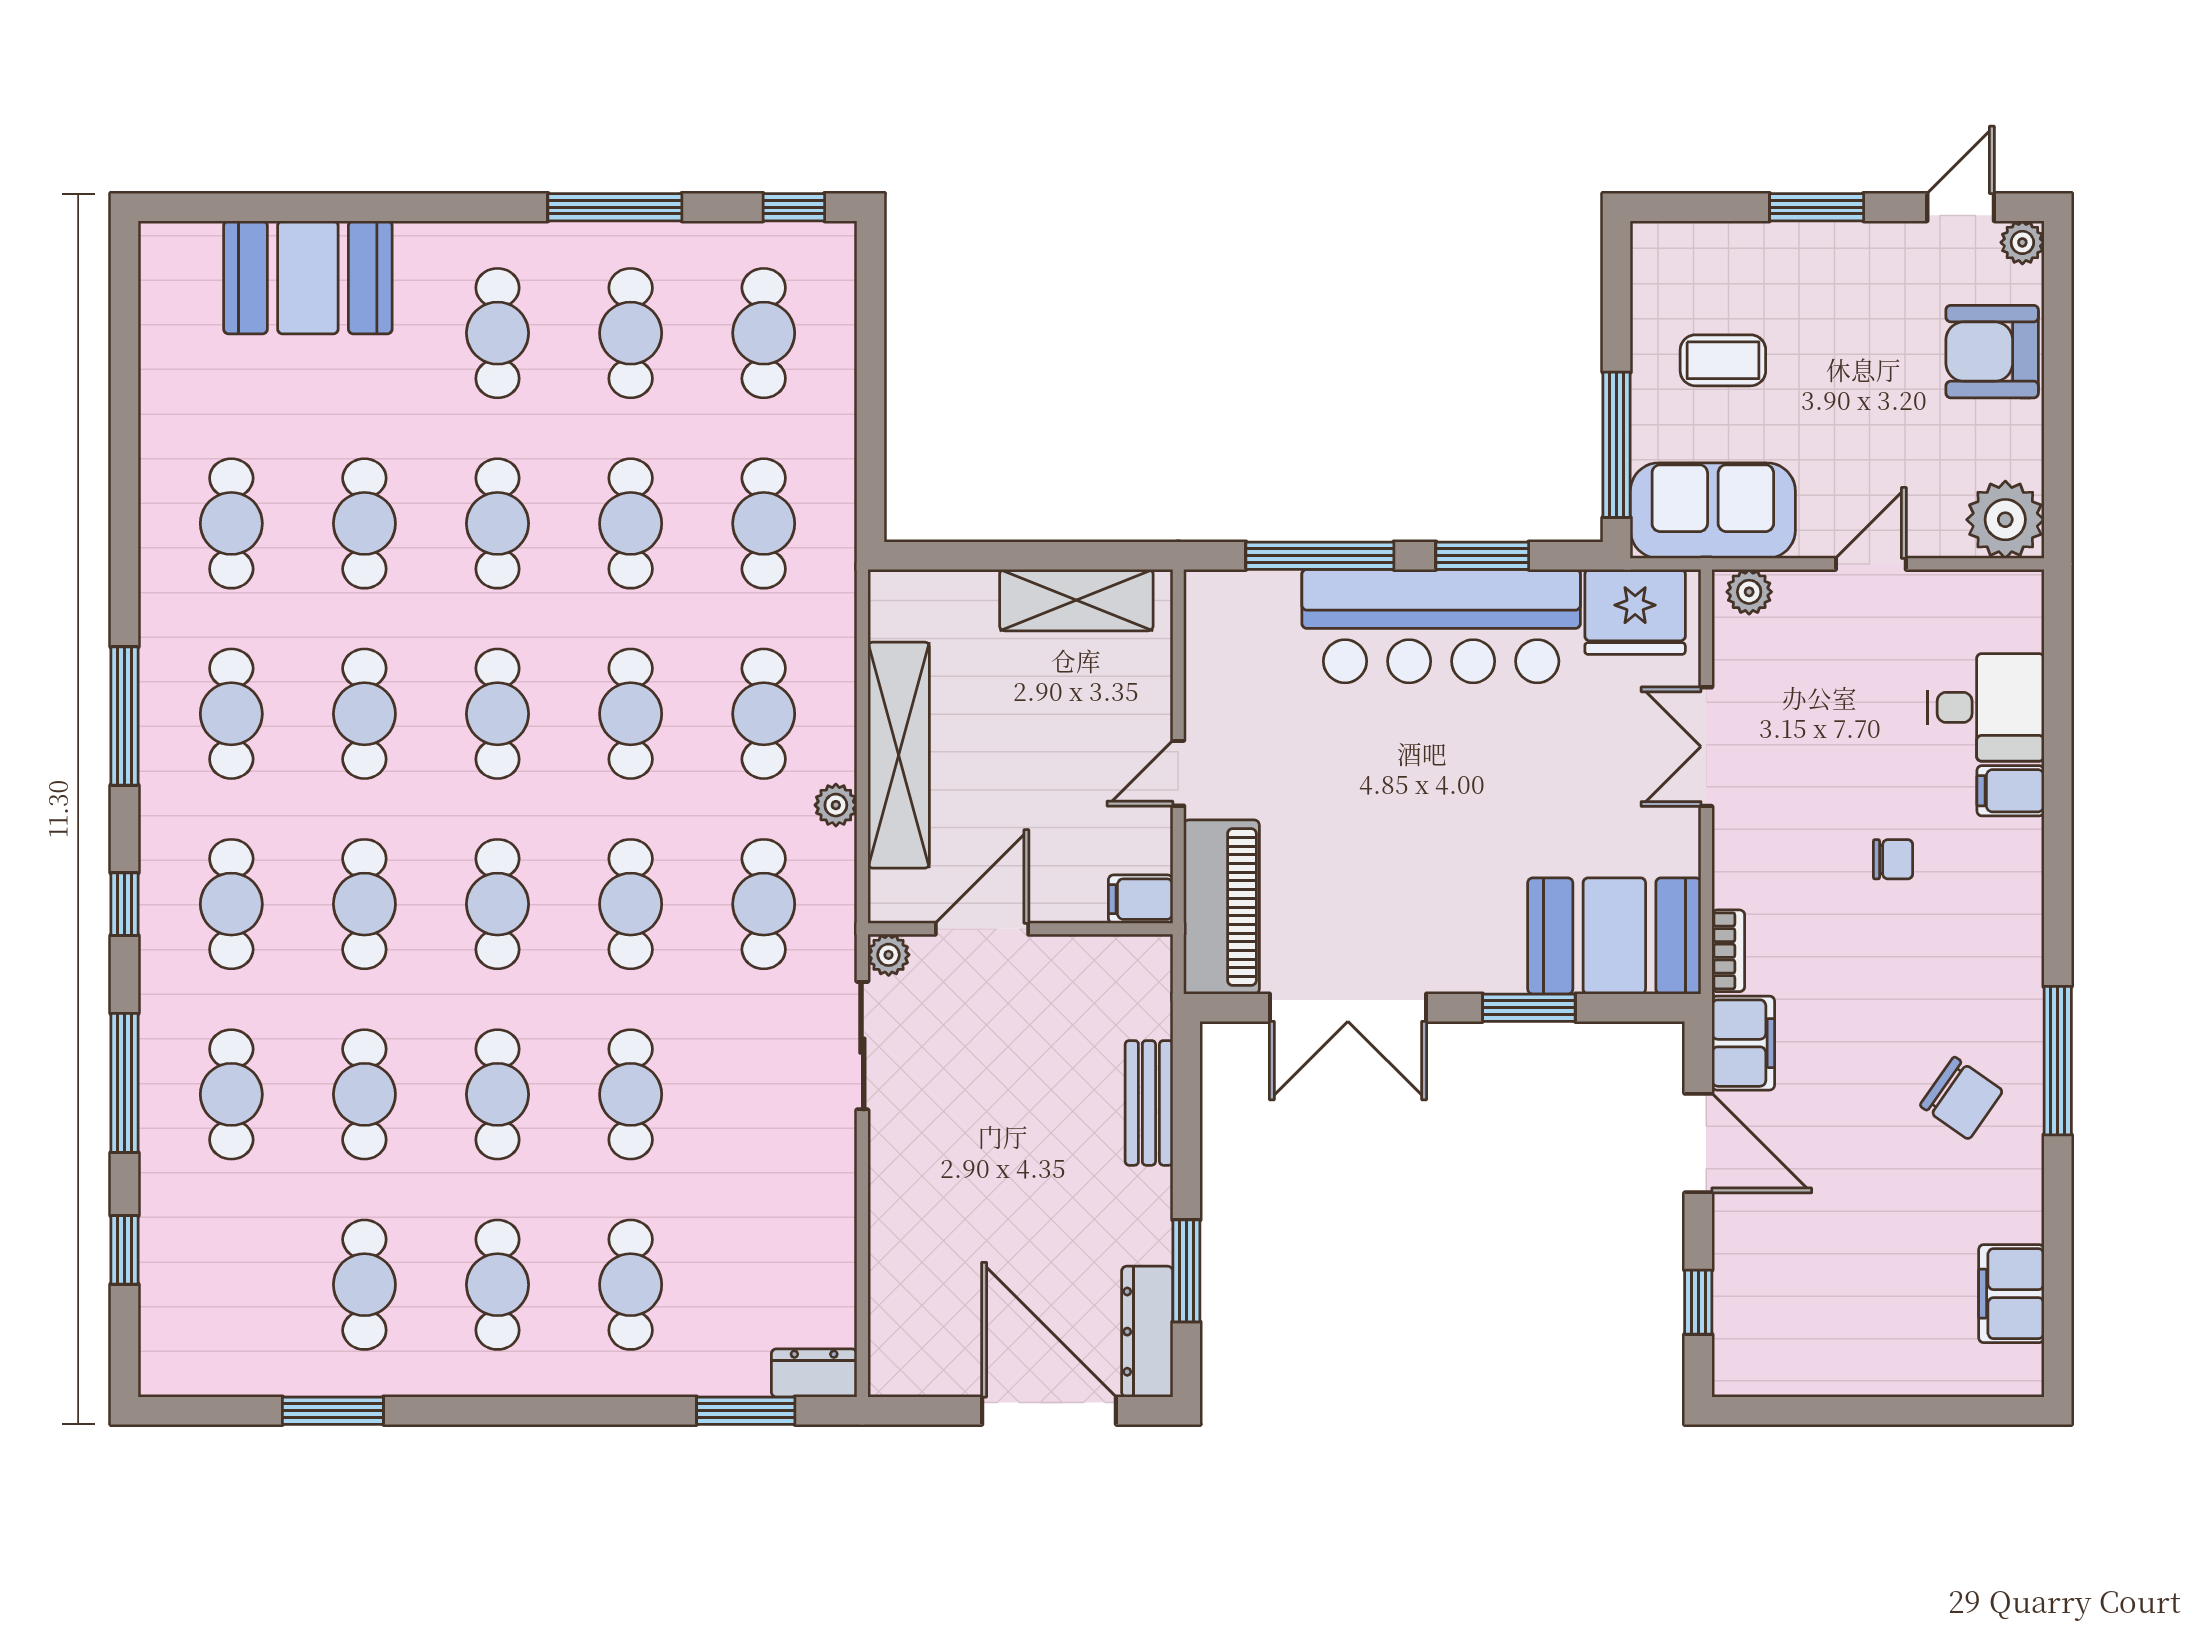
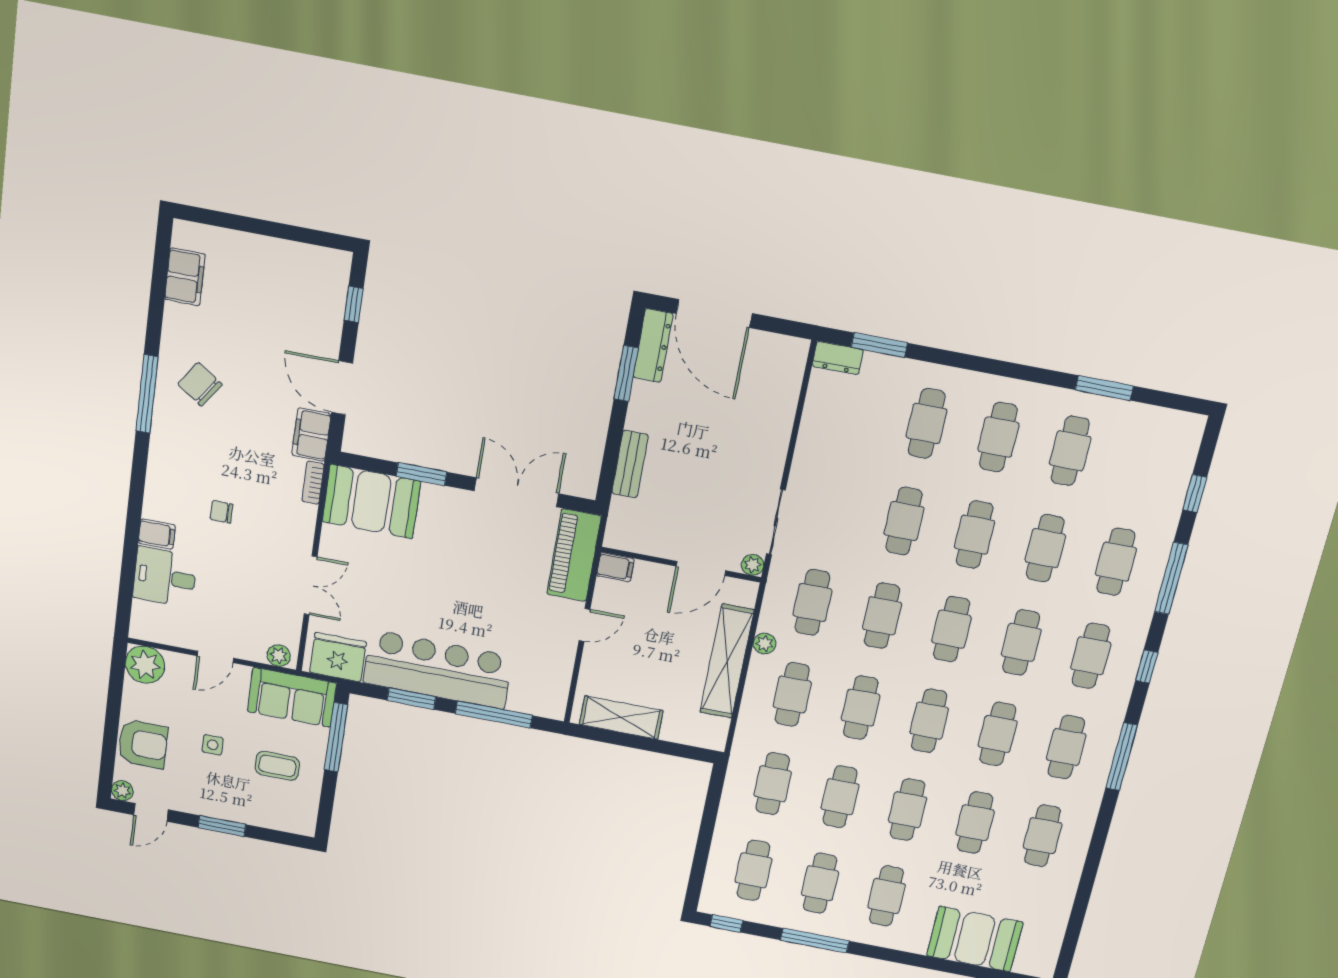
side table: (1855, 378) -> (213, 745), added

